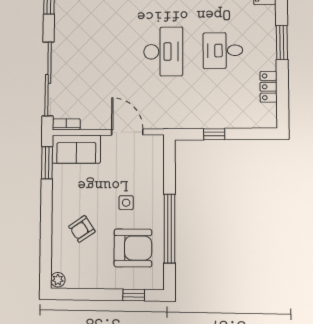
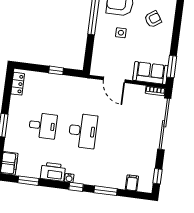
desk: (163, 52) -> (83, 131), turned 180
locker: (269, 87) -> (18, 84), moved

